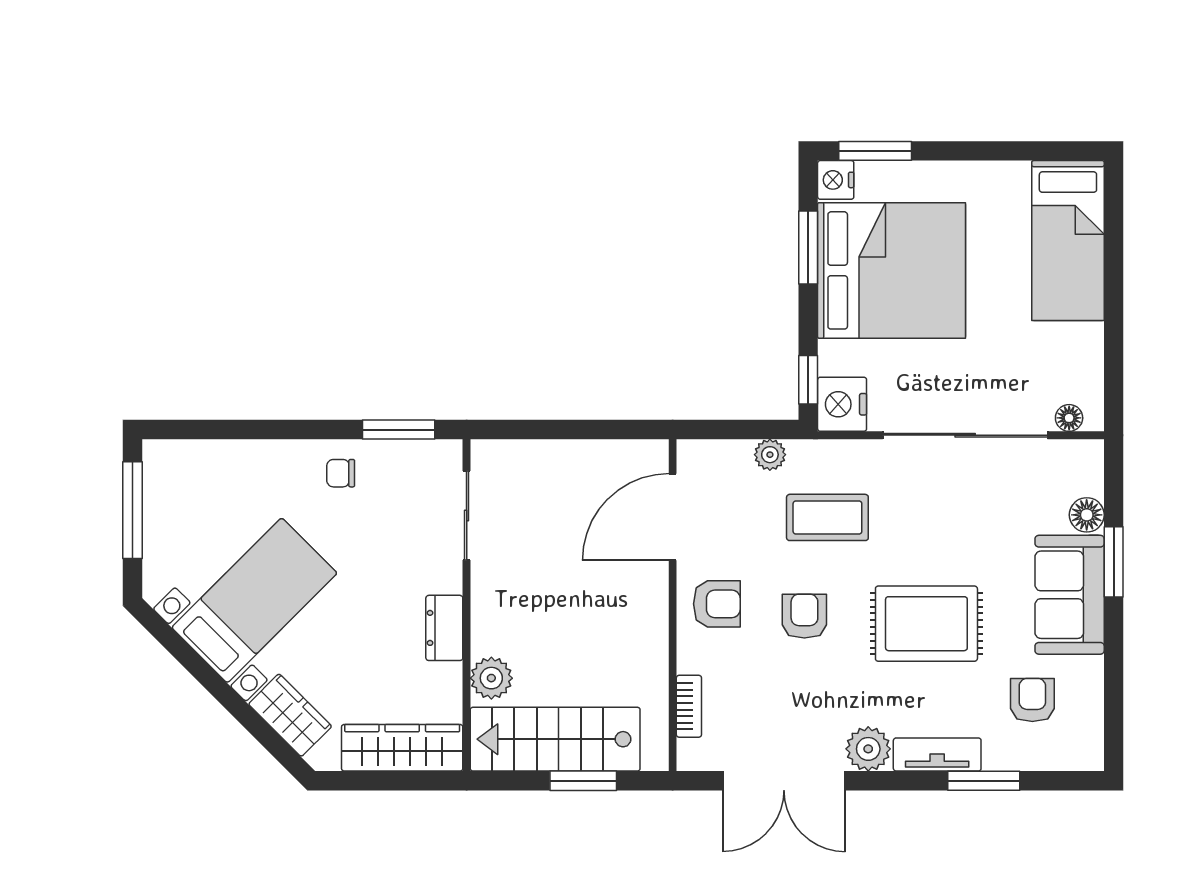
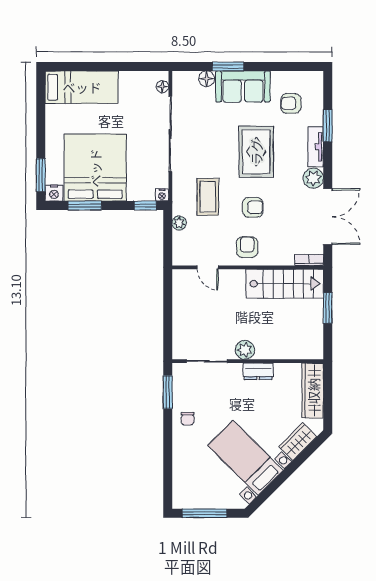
nightstand: (842, 404) -> (162, 195), width x0.53, depth x0.56
door: (673, 517) -> (208, 267), width x0.53
armchair: (804, 616) -> (253, 207), turned 180
plant: (491, 678) -> (245, 350), moved
bookcase: (689, 706) -> (309, 260), moved
stairs: (555, 739) -> (285, 284), moved, turned -90

